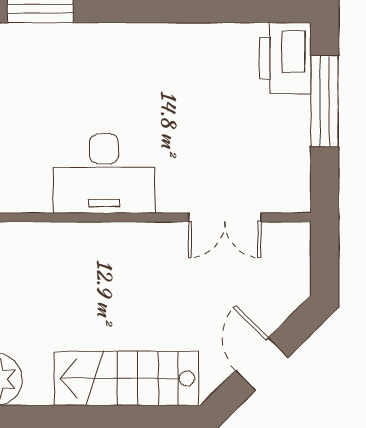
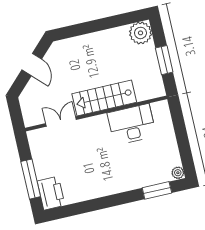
desk: (104, 173) -> (132, 124), moved
stairs: (126, 378) -> (104, 98), moved, turned 180

